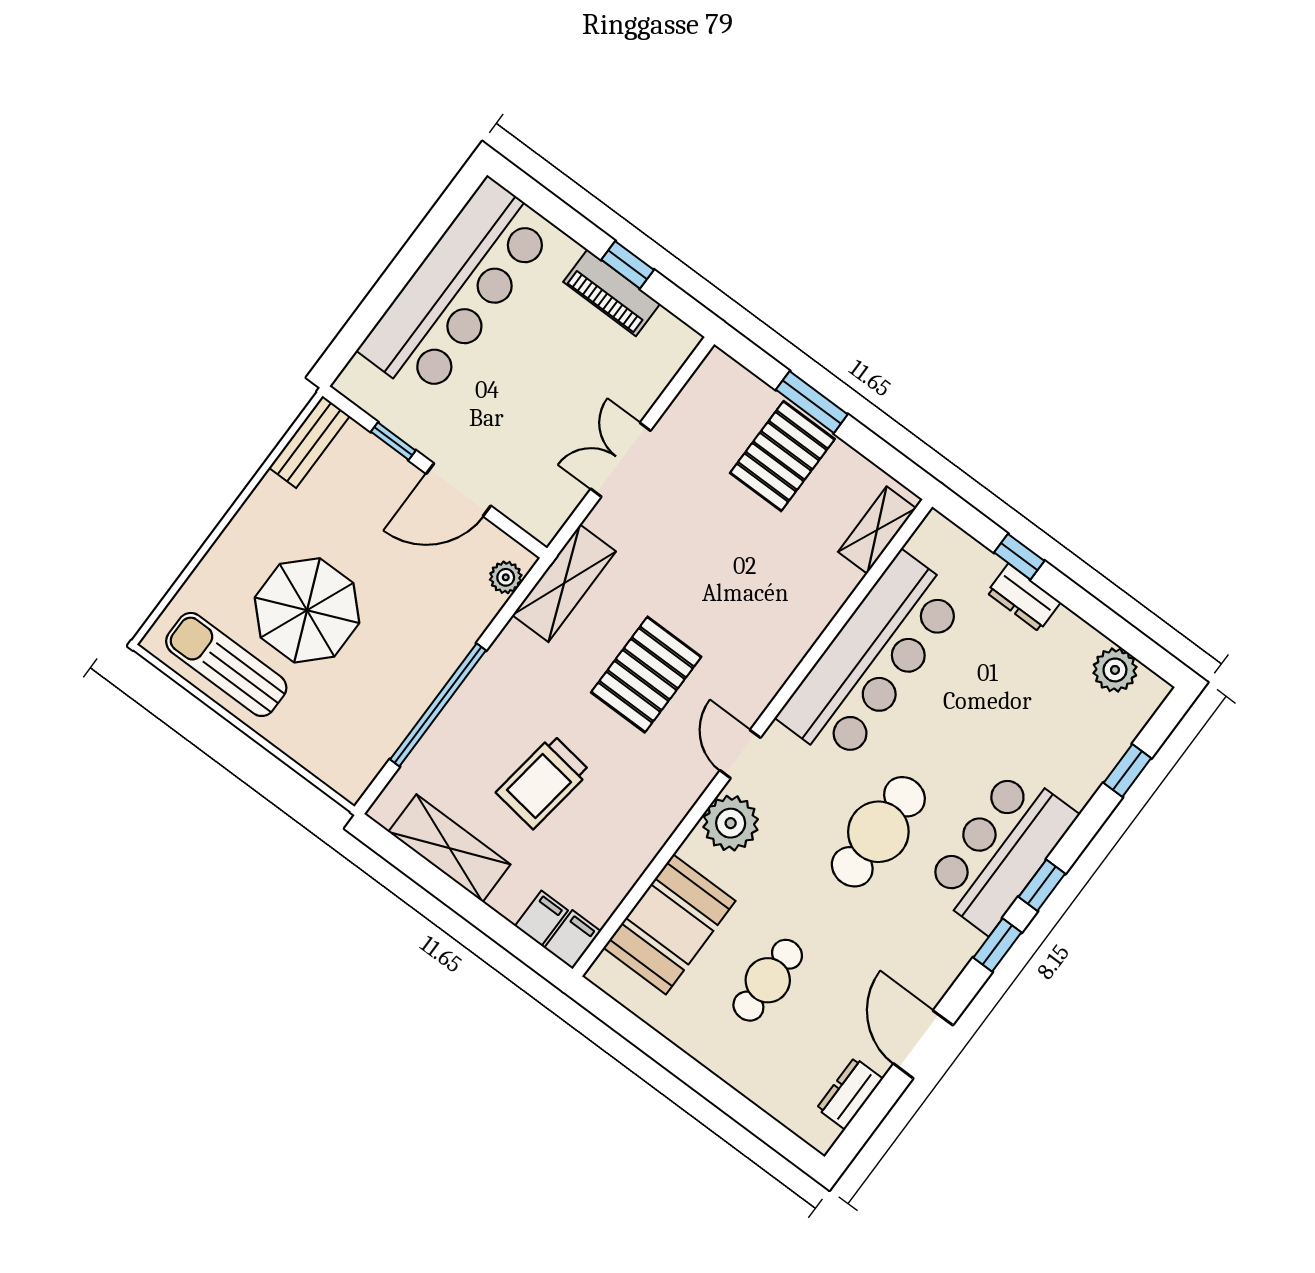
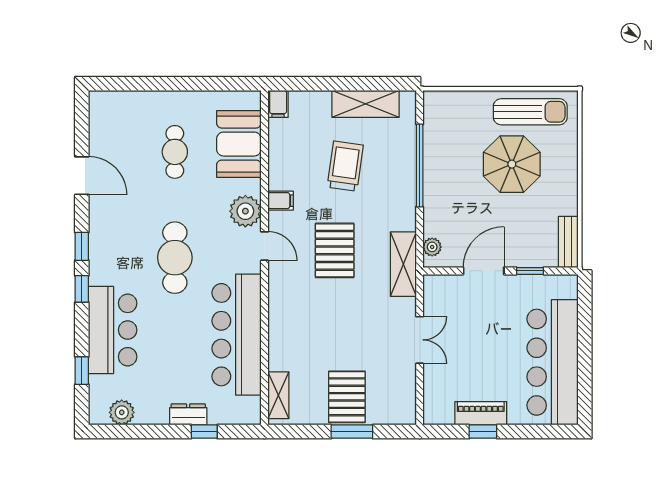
bar counter: (1000, 850) -> (113, 330), moved
filing cabinet: (541, 918) -> (281, 201), moved, turned -90
dresser: (850, 1093) -> (99, 128), removed

